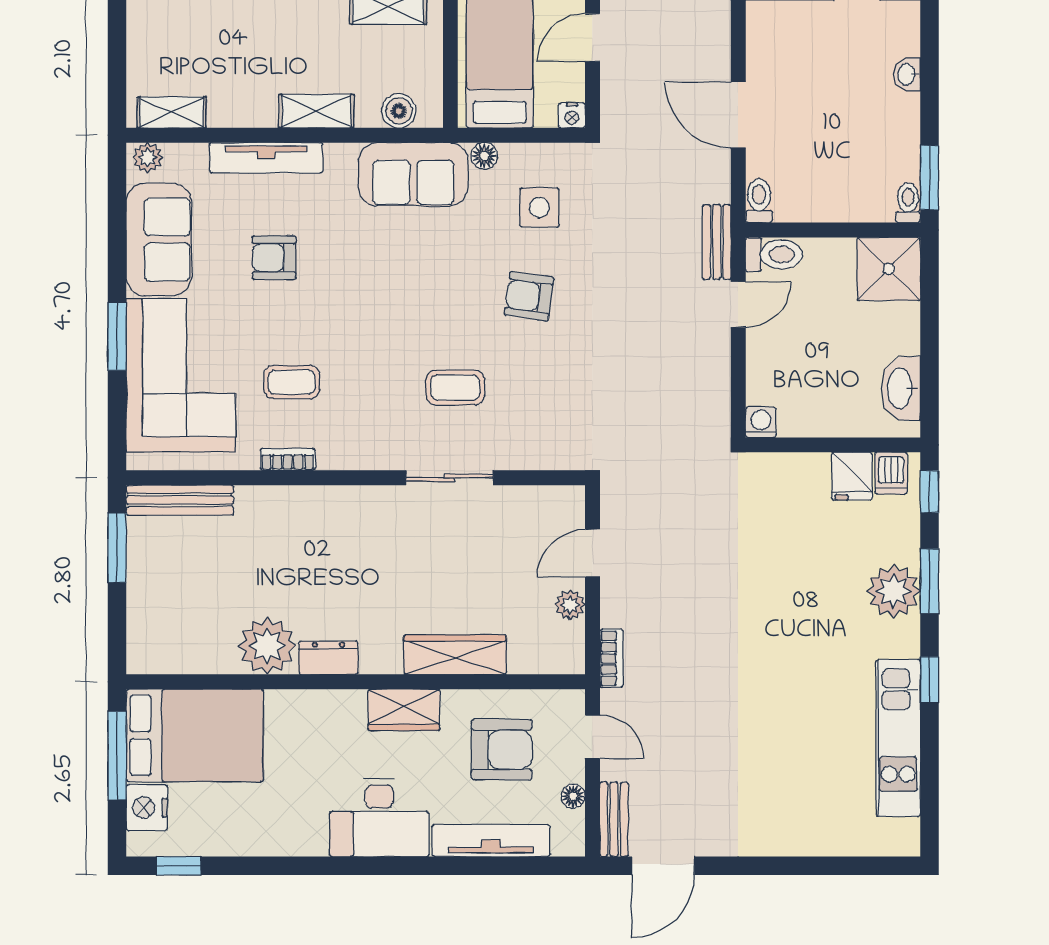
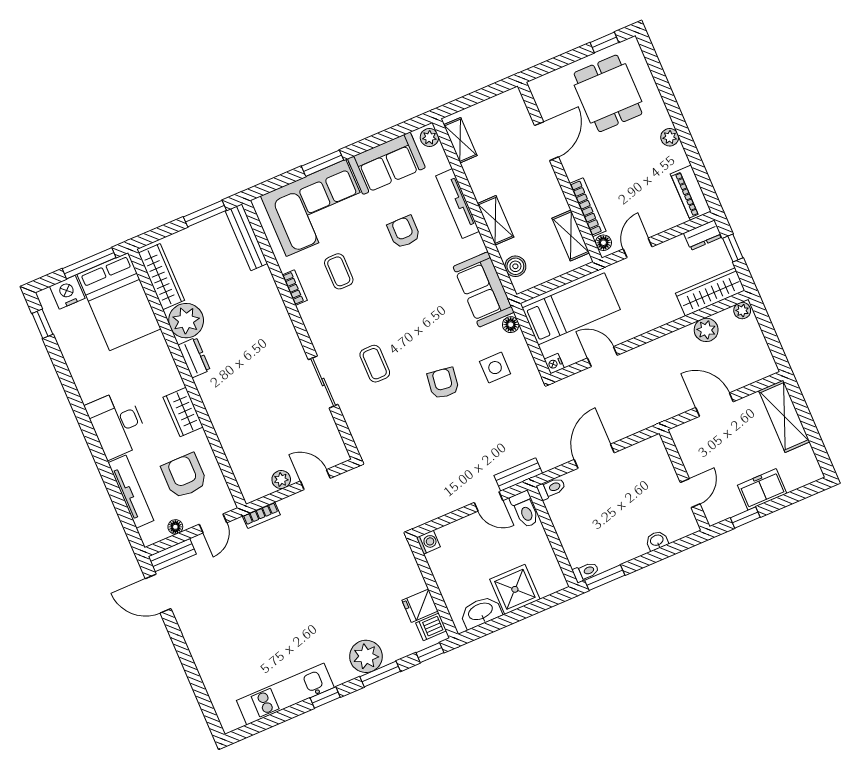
shower: (889, 269) -> (515, 589), moved
wardrobe: (455, 655) -> (161, 277), moved
armchair: (502, 750) -> (184, 476), turned 180

